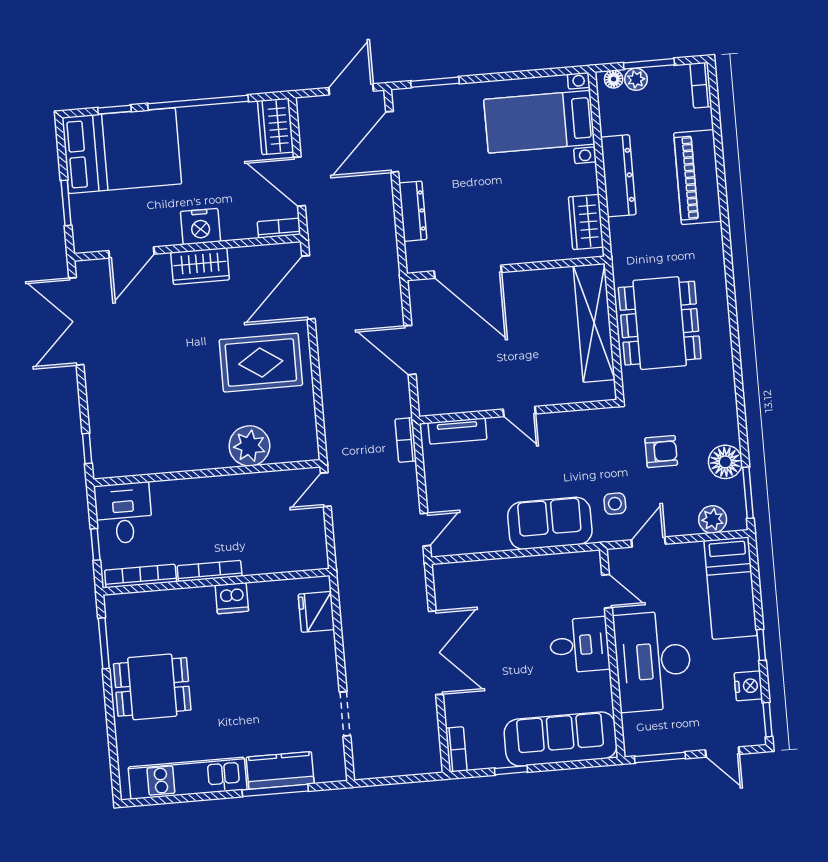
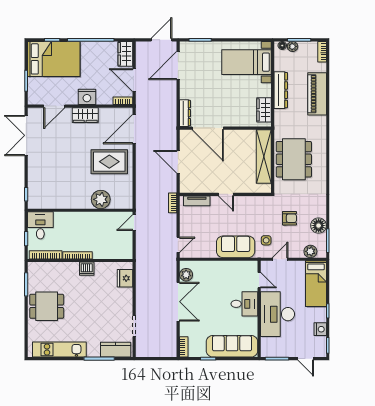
dresser: (413, 211) -> (185, 113), moved
plant: (448, 593) -> (186, 275), added
kitchen counter: (280, 770) -> (116, 350), moved

